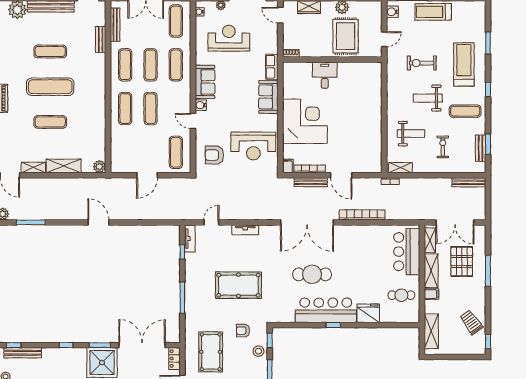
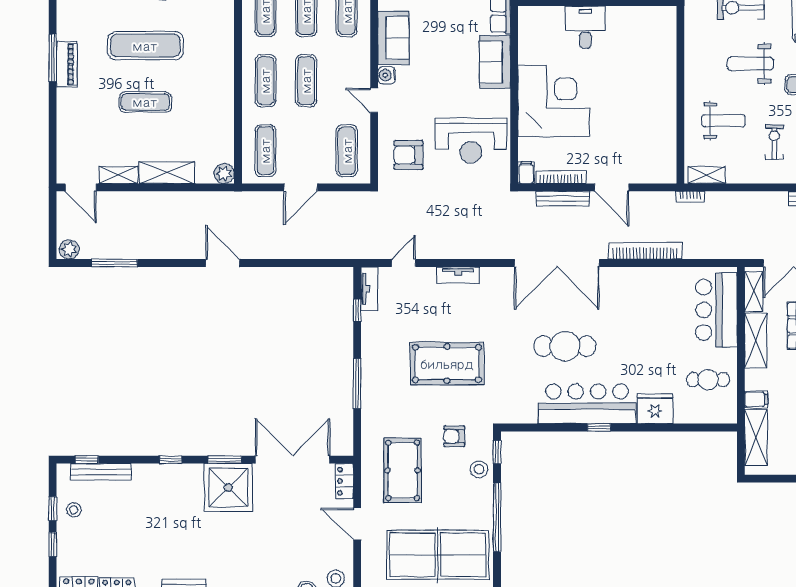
exercise mat: (125, 152) -> (265, 151), added
filing cabinet: (431, 294) -> (756, 399), moved

